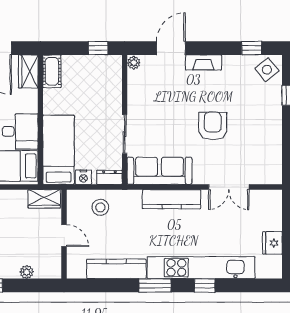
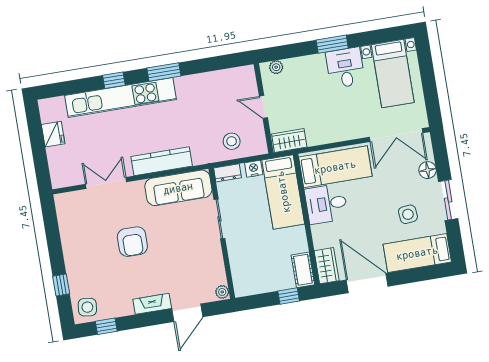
window: (98, 48) -> (289, 296), moved
side table: (267, 70) -> (87, 307), turned 45
kitchen counter: (116, 269) -> (205, 82), removed
plant: (27, 272) -> (276, 67), moved

